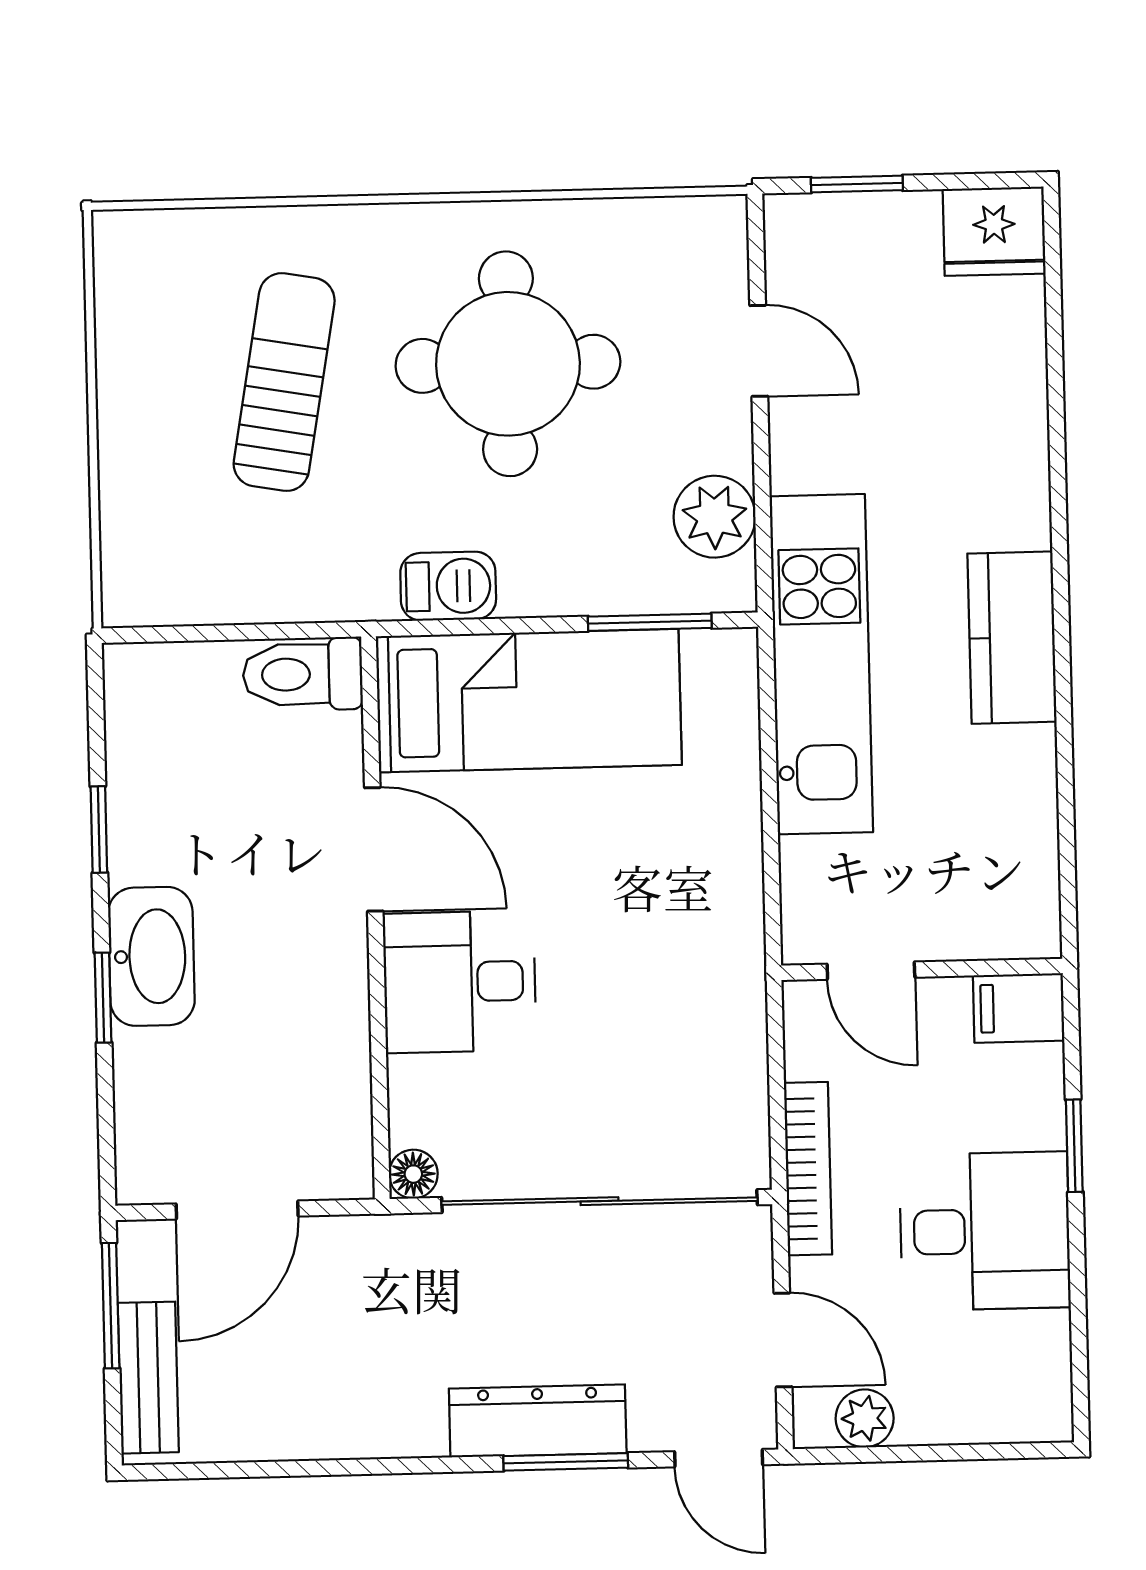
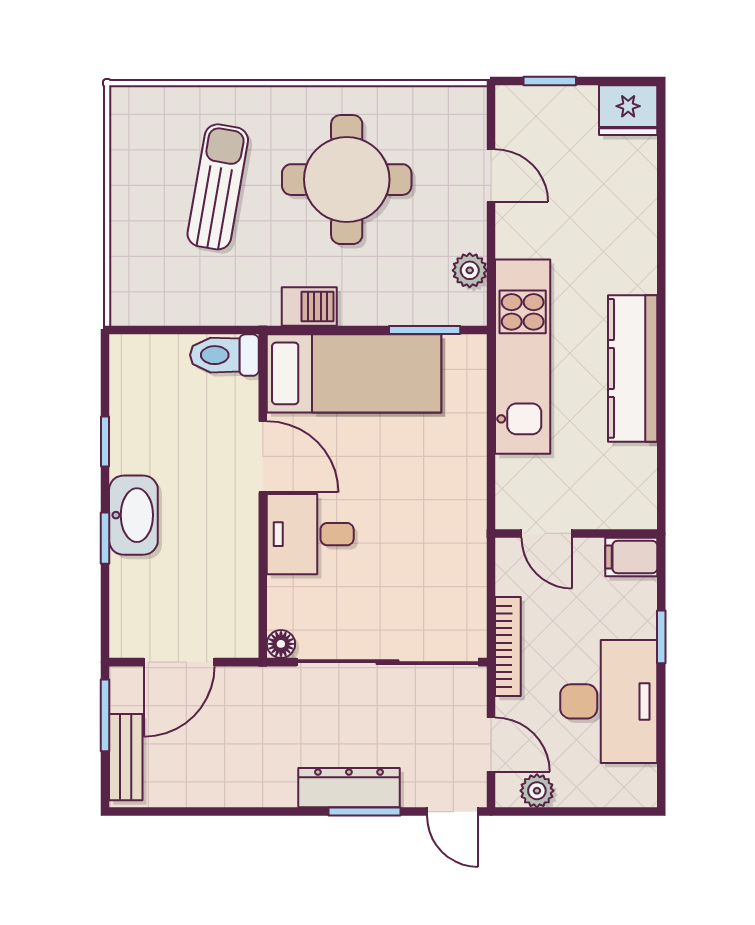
plant: (715, 517) -> (470, 270), width x0.73, depth x0.73
kitchen counter: (1012, 638) -> (633, 368), width x1.50
desk: (985, 1231) -> (609, 701), width x1.37

